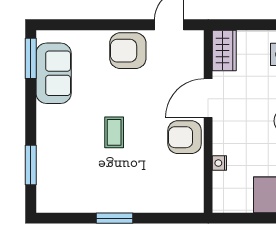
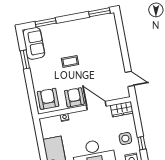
armchair: (128, 51) -> (48, 99), moved
sofa: (54, 73) -> (34, 43), moved, turned -90
window: (114, 218) -> (25, 59), moved

